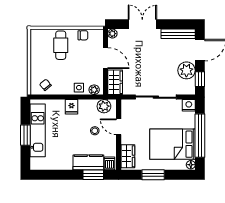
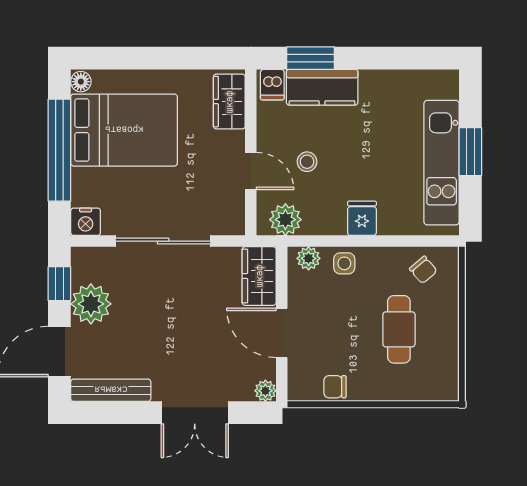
cafe table: (61, 45) -> (399, 329), moved
window: (153, 175) -> (169, 58), removed

